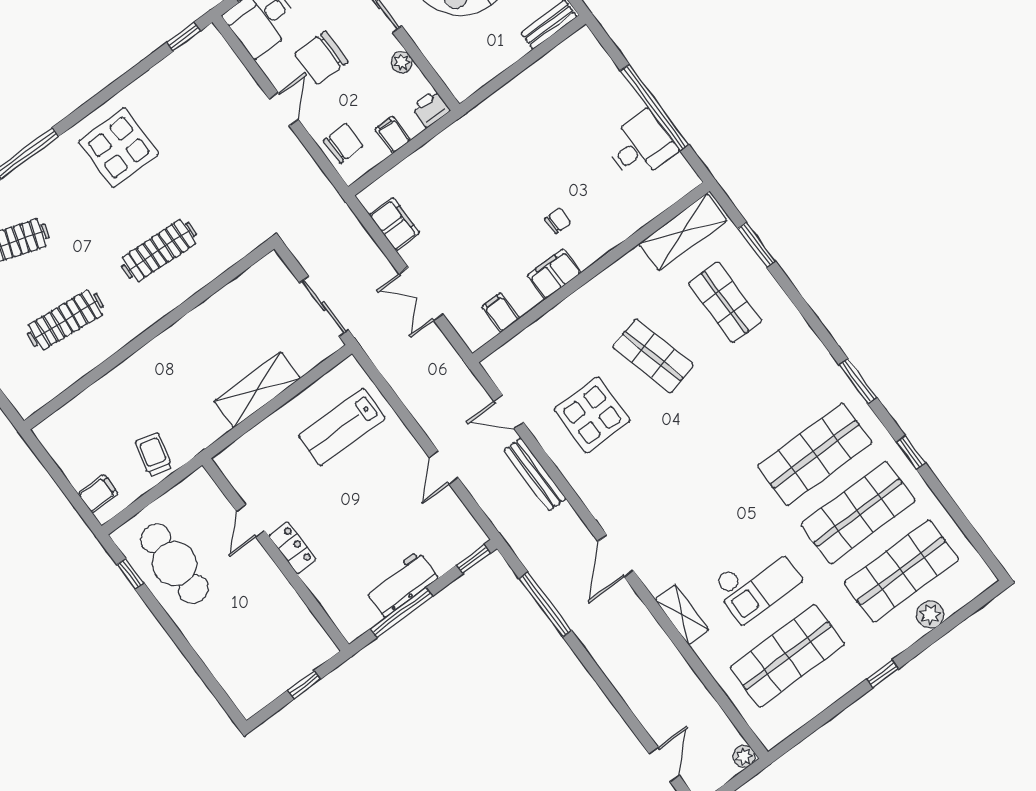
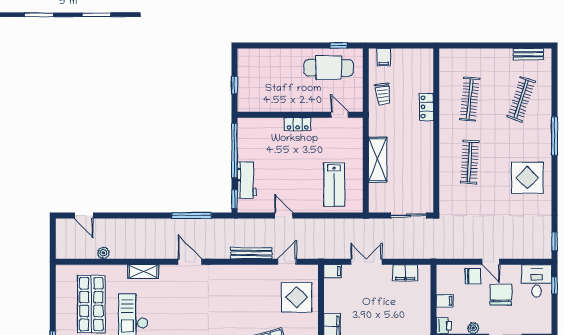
chair: (343, 143) -> (473, 276), moved, turned -91
sliding door: (324, 306) -> (408, 216), moved
filing cabinet: (501, 313) -> (333, 271), moved
locker: (125, 375) -> (426, 107), added
display table: (592, 415) -> (296, 297), moved
lab bench: (342, 427) -> (334, 184), turned 180
trolley: (154, 455) -> (383, 94), turned 68
door: (251, 521) -> (340, 115), moved
workbench: (401, 584) -> (247, 180), moved
window: (401, 612) -> (234, 151), width x1.46
plant: (744, 756) -> (103, 253), moved

